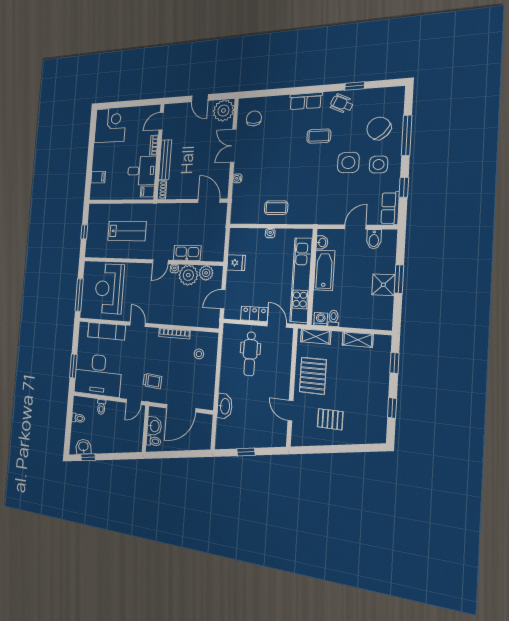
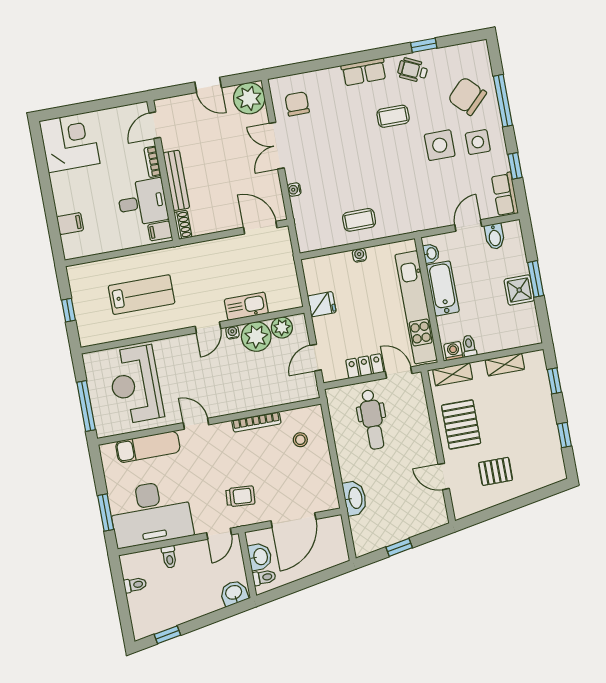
washbasin: (83, 447) -> (234, 593), moved

